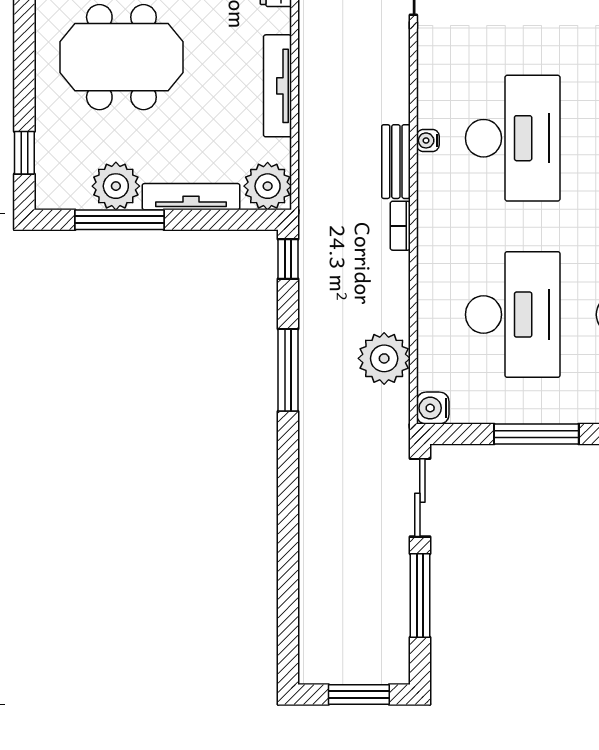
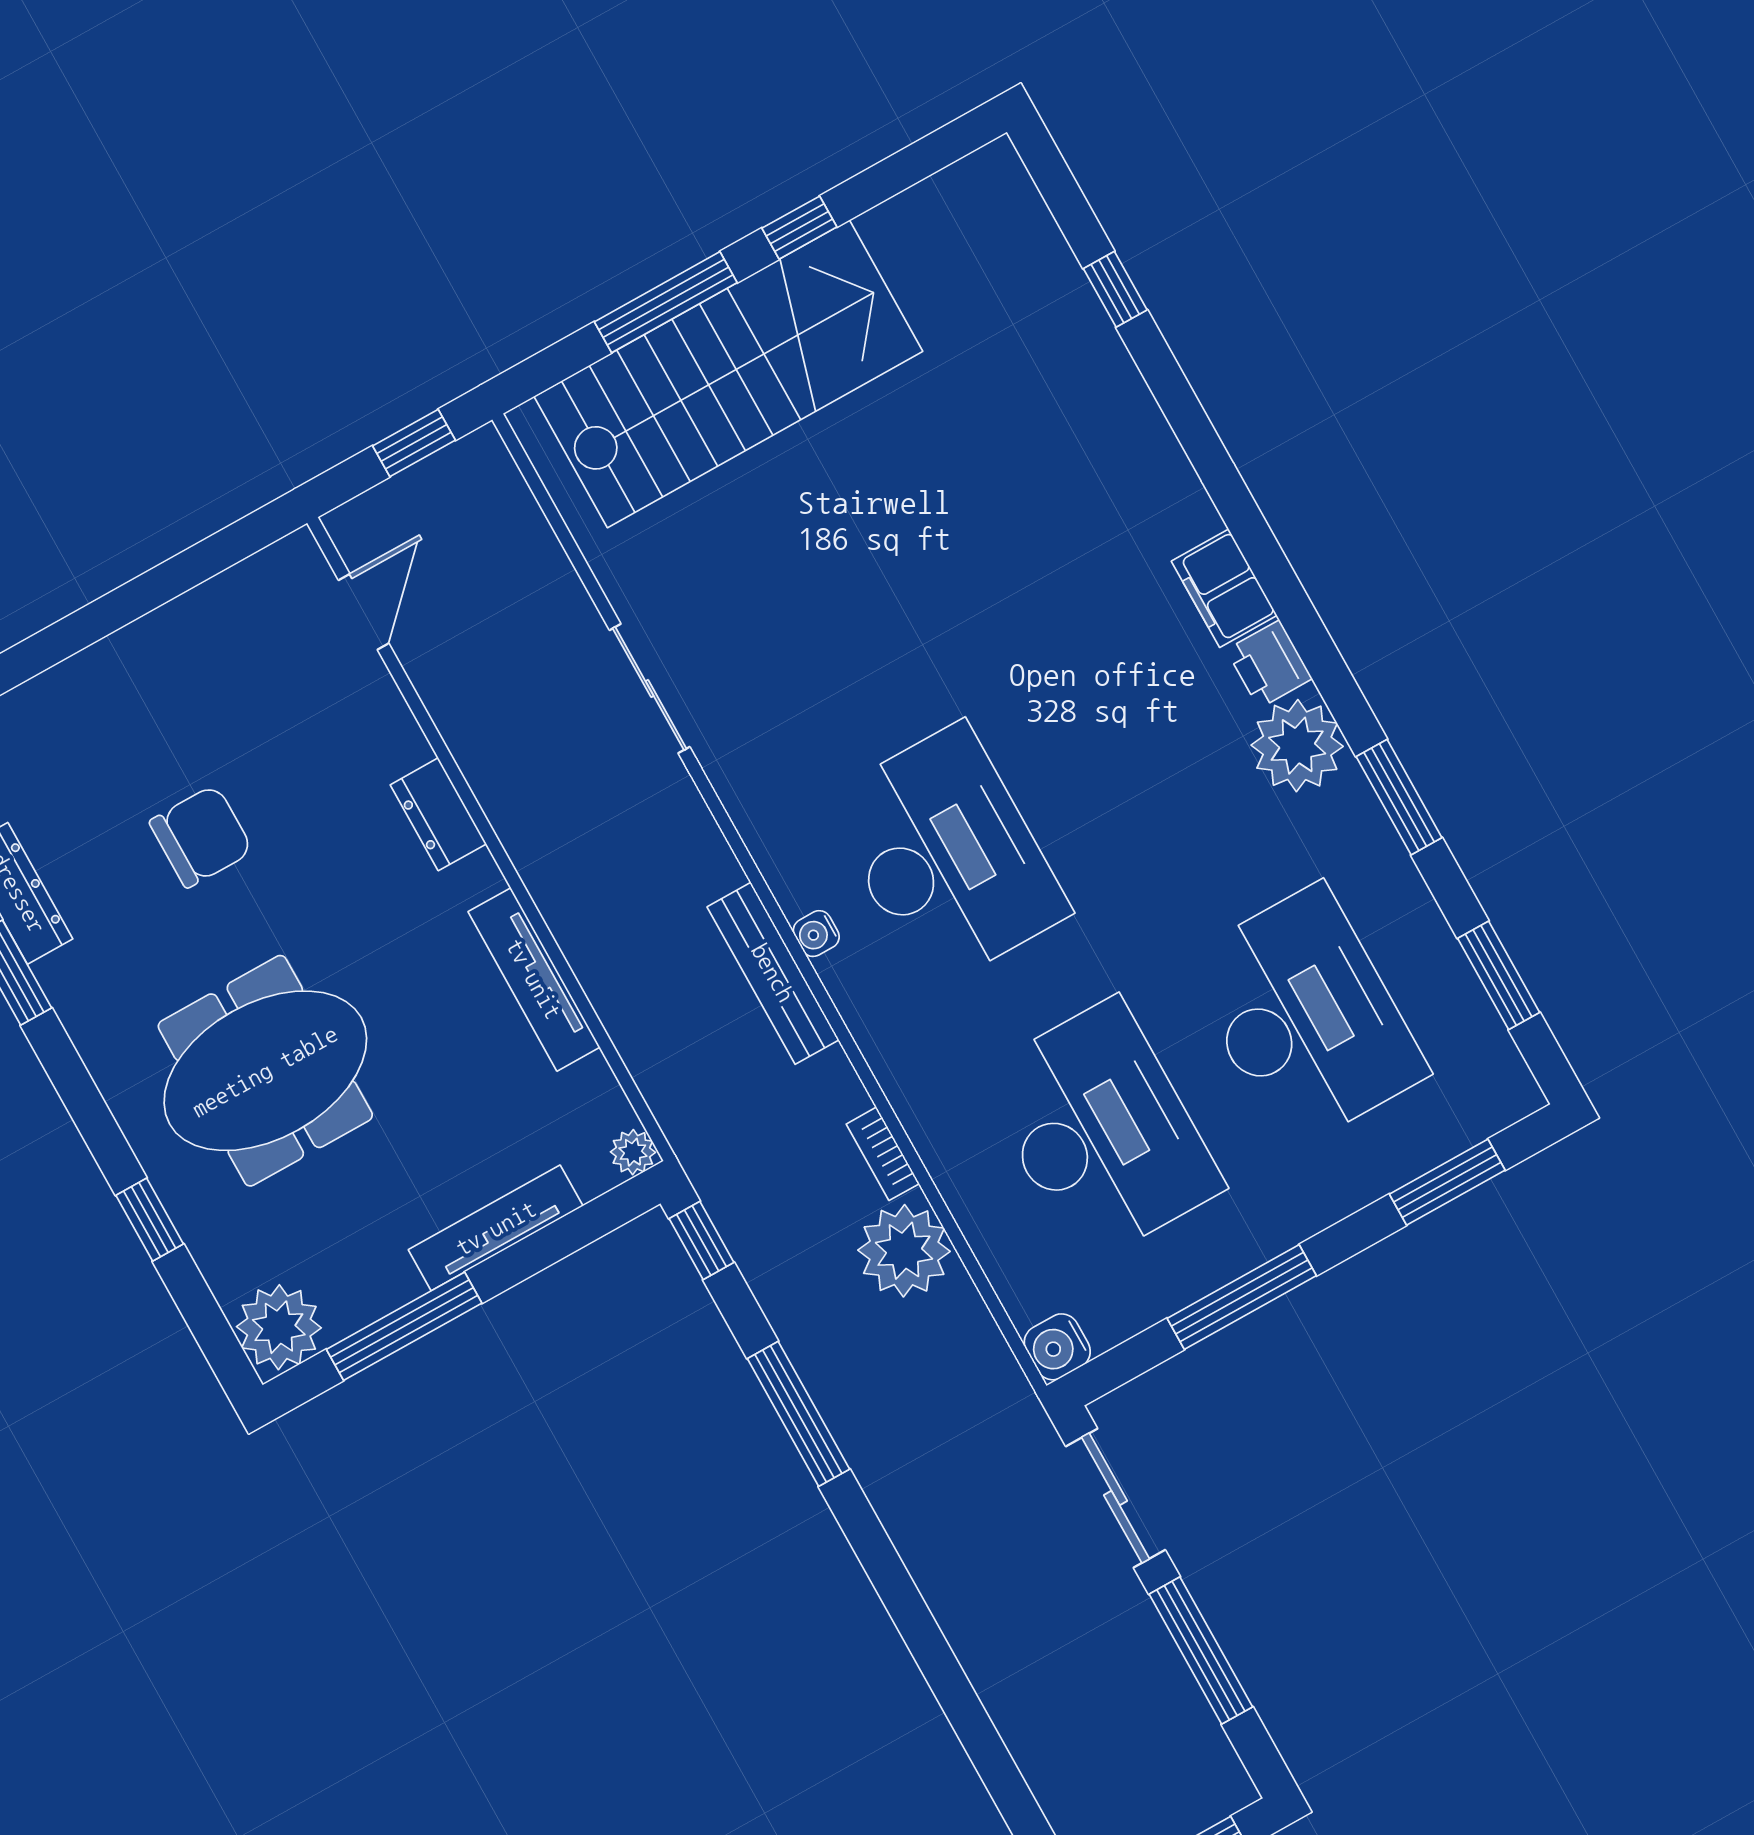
window: (24, 153) -> (150, 1220), moved
bench: (396, 162) -> (773, 973), width x1.36
plant: (116, 186) -> (279, 1327), moved
plant: (268, 186) -> (633, 1152), width x0.53, depth x0.53
bookcase: (400, 226) -> (883, 1154), moved
plant: (384, 358) -> (904, 1251), moved

